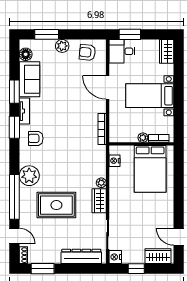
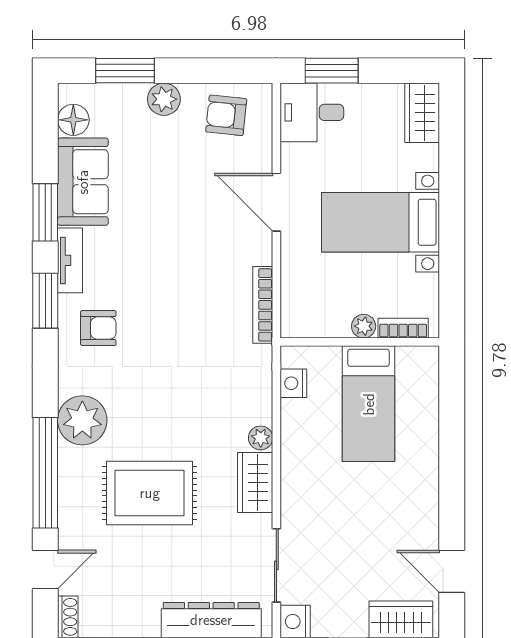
armchair: (36, 138) -> (98, 328), turned 180
bed: (150, 169) -> (369, 404), width x0.67
door: (14, 236) -> (45, 570), hinge flipped

